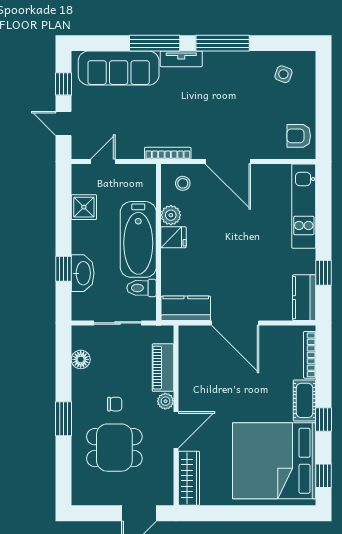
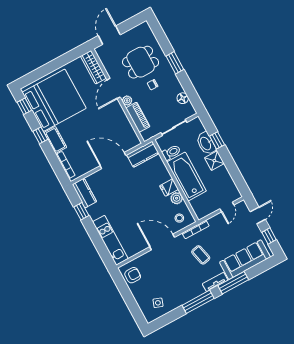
coffee table: (181, 111) -> (201, 255), added
door: (64, 124) -> (258, 215), hinge flipped
shower: (84, 207) -> (214, 161), moved

